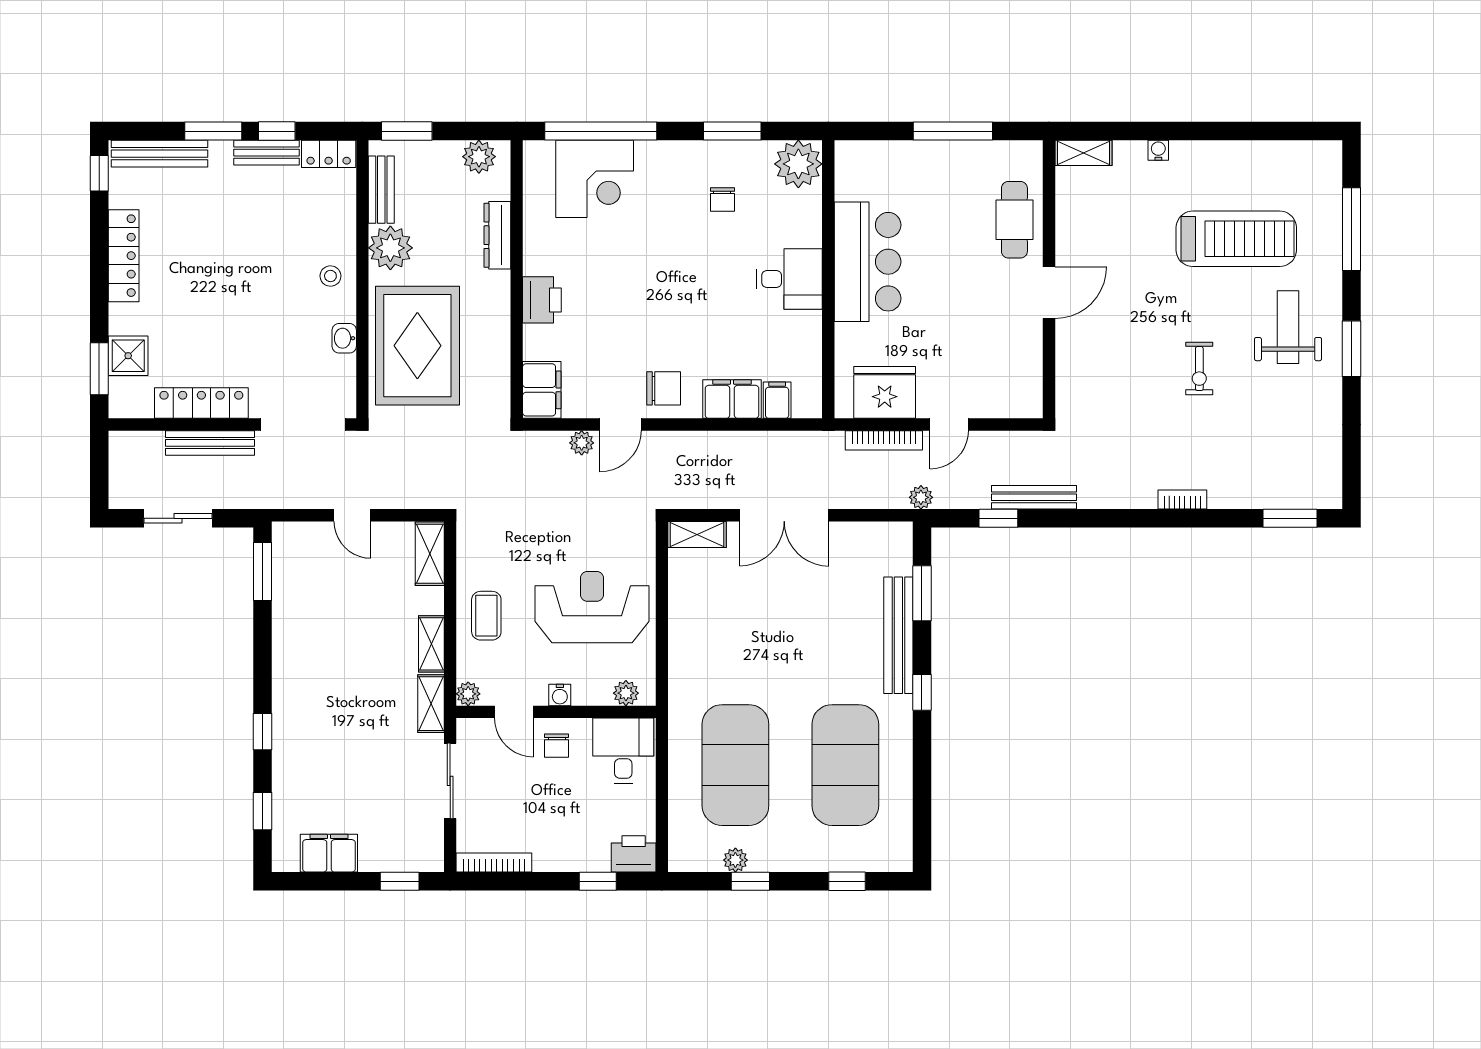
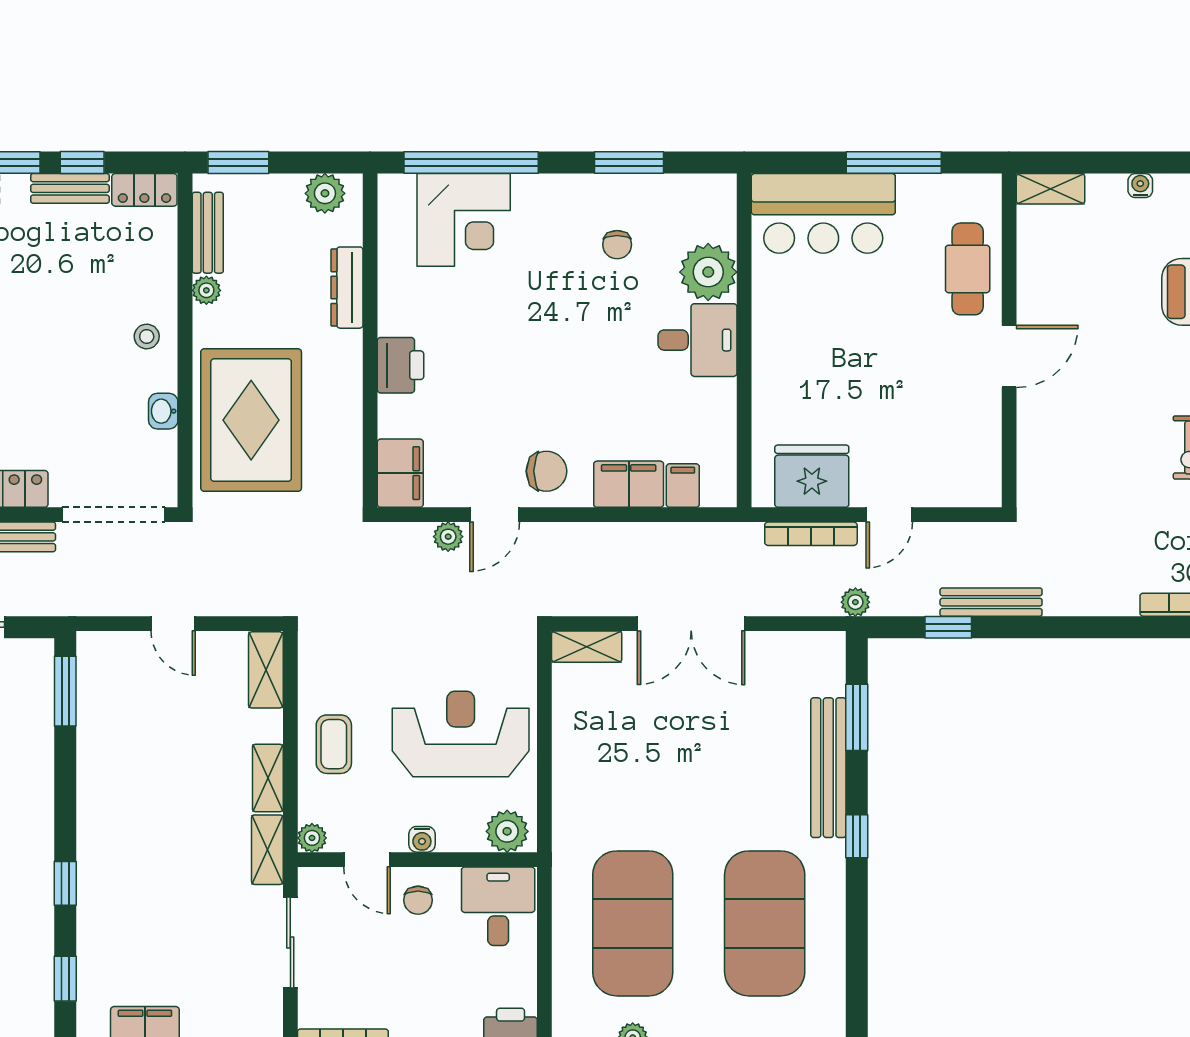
plant: (798, 164) -> (708, 272), moved
plant: (390, 248) -> (206, 290), width x0.53, depth x0.53
bar counter: (868, 262) -> (823, 213), moved, turned 90
plant: (626, 693) -> (507, 831), width x1.38, depth x1.38

